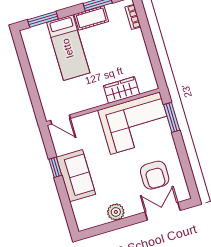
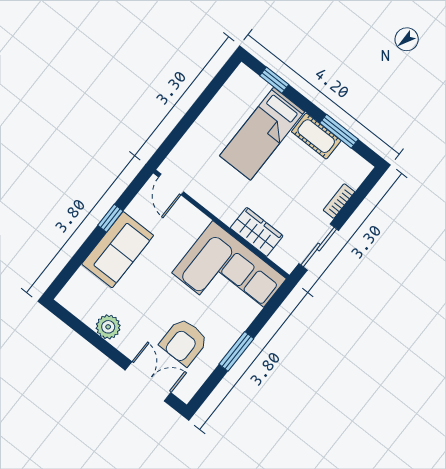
bookcase: (133, 17) -> (339, 201), moved
window: (43, 19) -> (274, 80), width x0.67
sliding door: (155, 61) -> (319, 247), added
window: (172, 117) -> (236, 351), moved

